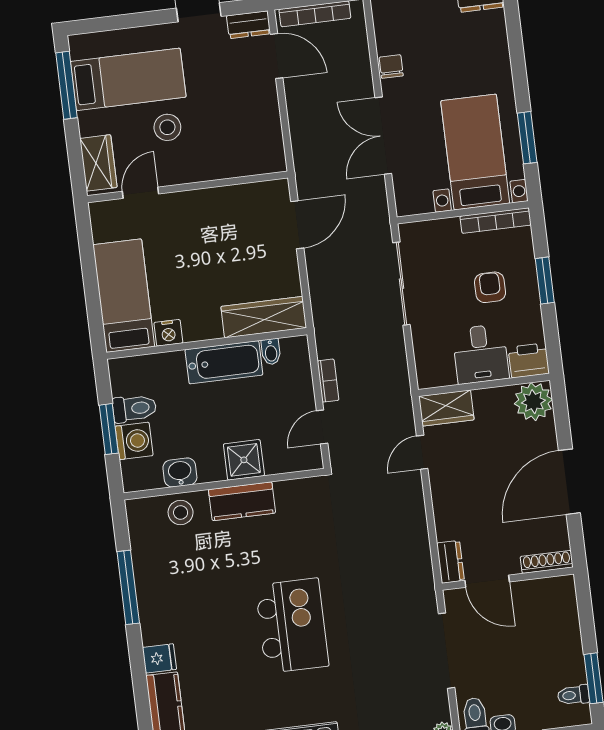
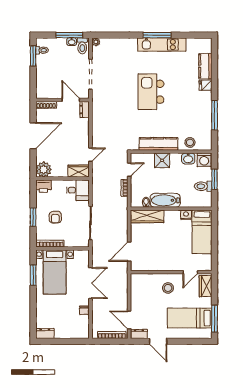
stool: (167, 127) -> (168, 288), moved
desk: (481, 354) -> (78, 190), moved, turned 90
washing machine: (134, 441) -> (204, 160), moved, turned -90
kitchen counter: (242, 501) -> (158, 144), width x1.50

